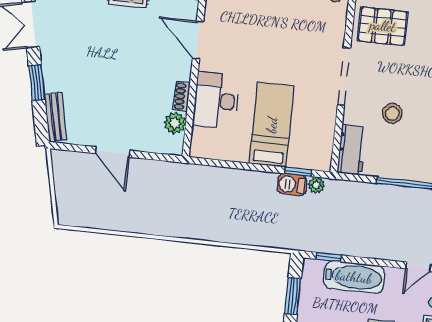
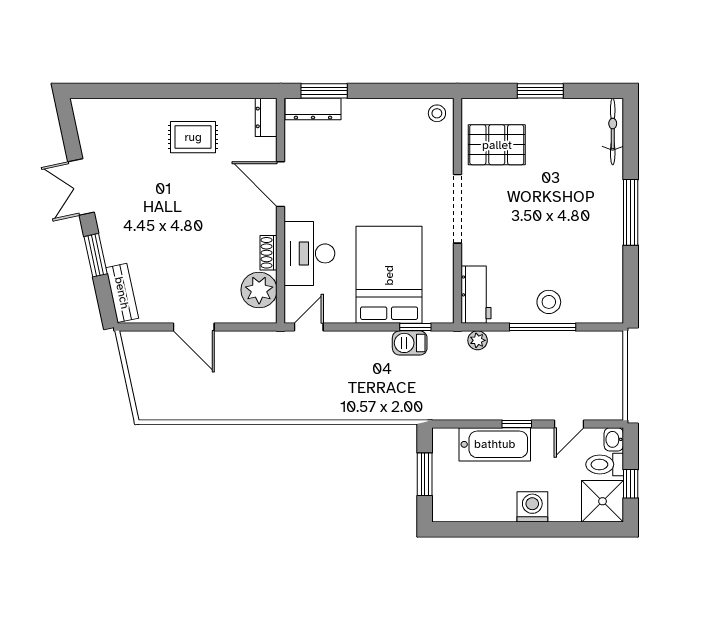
stool: (392, 113) -> (549, 302), moved
plant: (175, 123) -> (259, 290), width x1.36, depth x1.36
bed: (272, 125) -> (389, 275), width x1.50
door: (209, 162) -> (309, 327), added
plant: (316, 185) -> (478, 340), moved
window: (328, 257) -> (517, 424), moved

